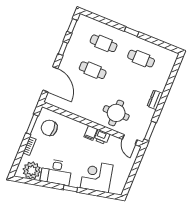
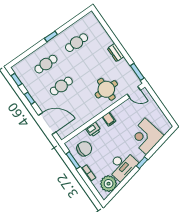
chair: (49, 128) -> (84, 149), turned 180
printer: (102, 137) -> (93, 130), moved

